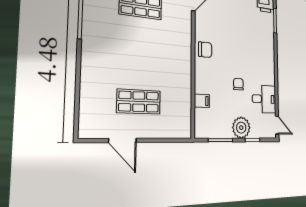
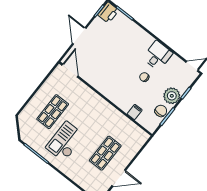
checkout: (119, 44) -> (65, 142), added
chair: (205, 50) -> (161, 111), moved
desk: (264, 99) -> (158, 56), moved

